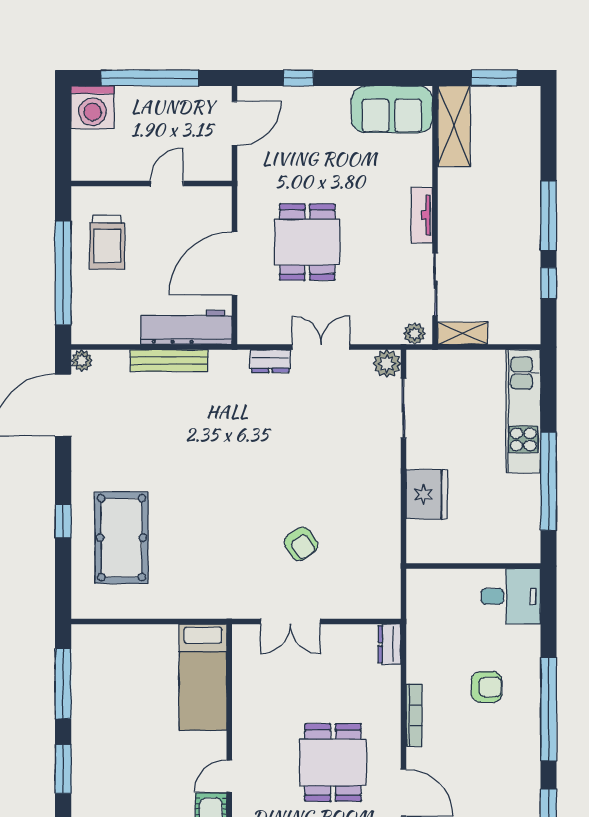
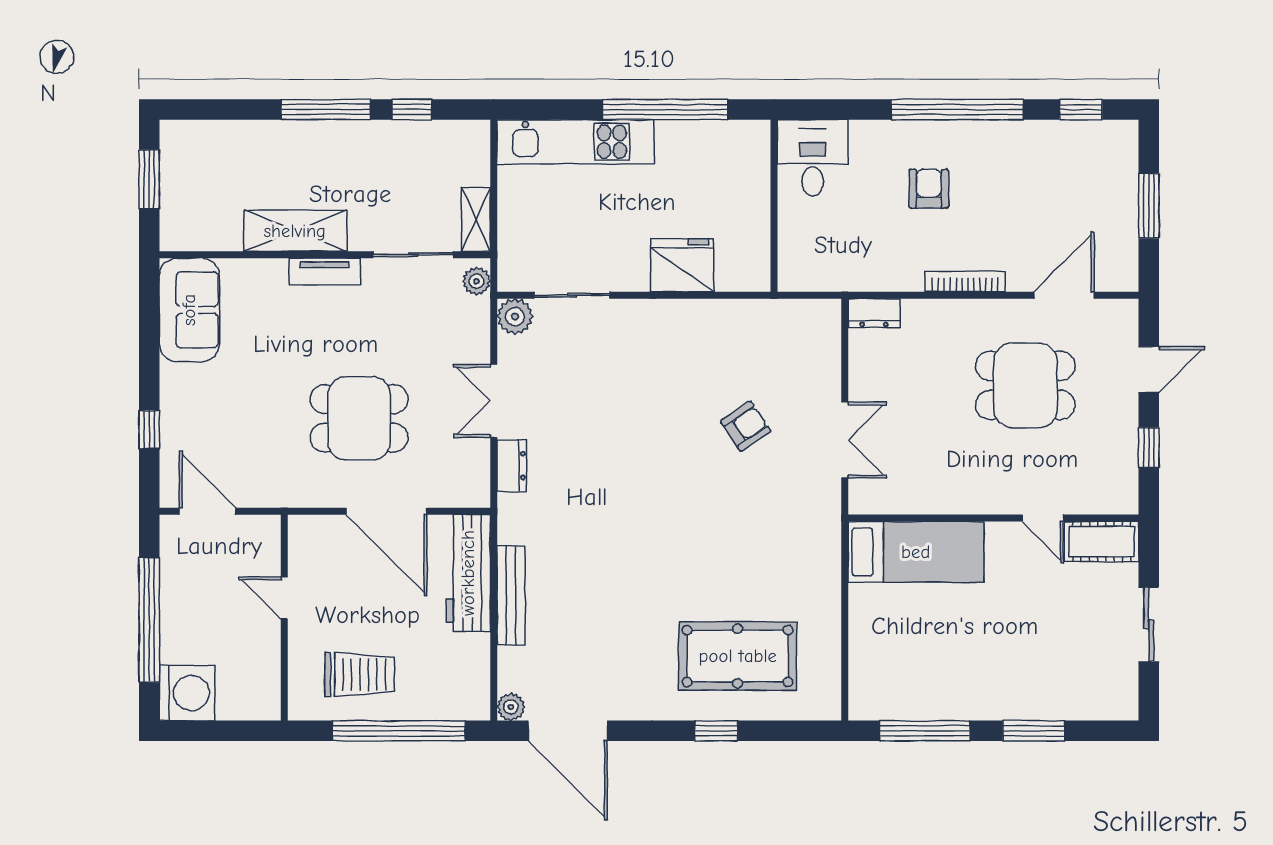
shelving: (454, 126) -> (295, 231), moved

